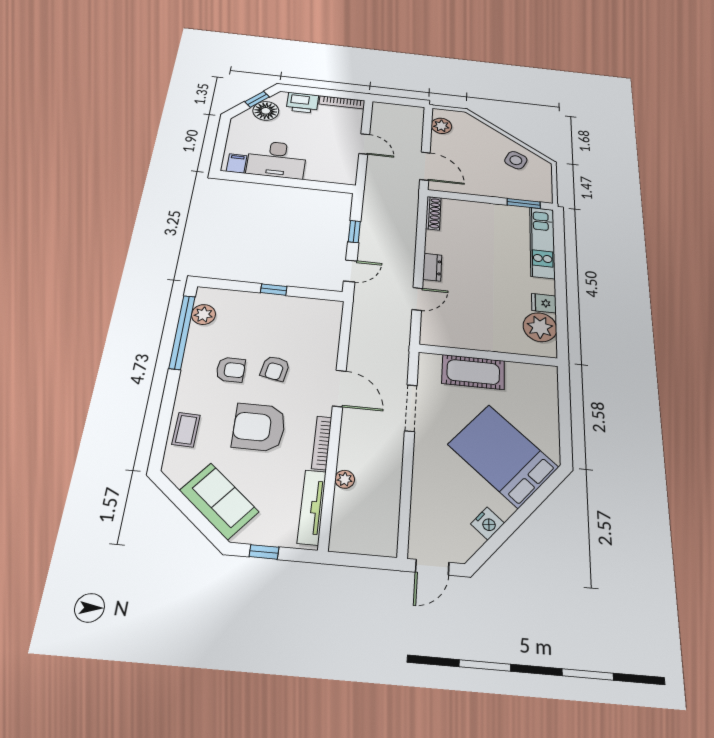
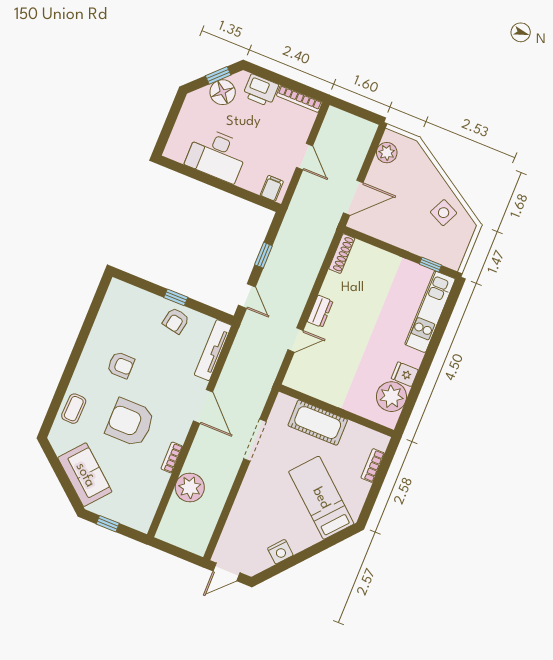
filing cabinet: (237, 164) -> (272, 188), moved
door: (425, 166) -> (353, 198), hinge flipped
window: (524, 204) -> (430, 265), width x0.67
door: (350, 271) -> (247, 296), hinge flipped
plant: (203, 314) -> (111, 306), removed
window: (182, 332) -> (90, 319), removed
armchair: (275, 368) -> (176, 321), moved
bookcase: (551, 400) -> (373, 466), added
bookcase: (322, 443) -> (172, 457), width x0.64
bed: (503, 456) -> (321, 498), width x0.67
plant: (345, 479) -> (190, 487), width x1.88, depth x1.88
tv unit: (312, 507) -> (213, 350), moved

